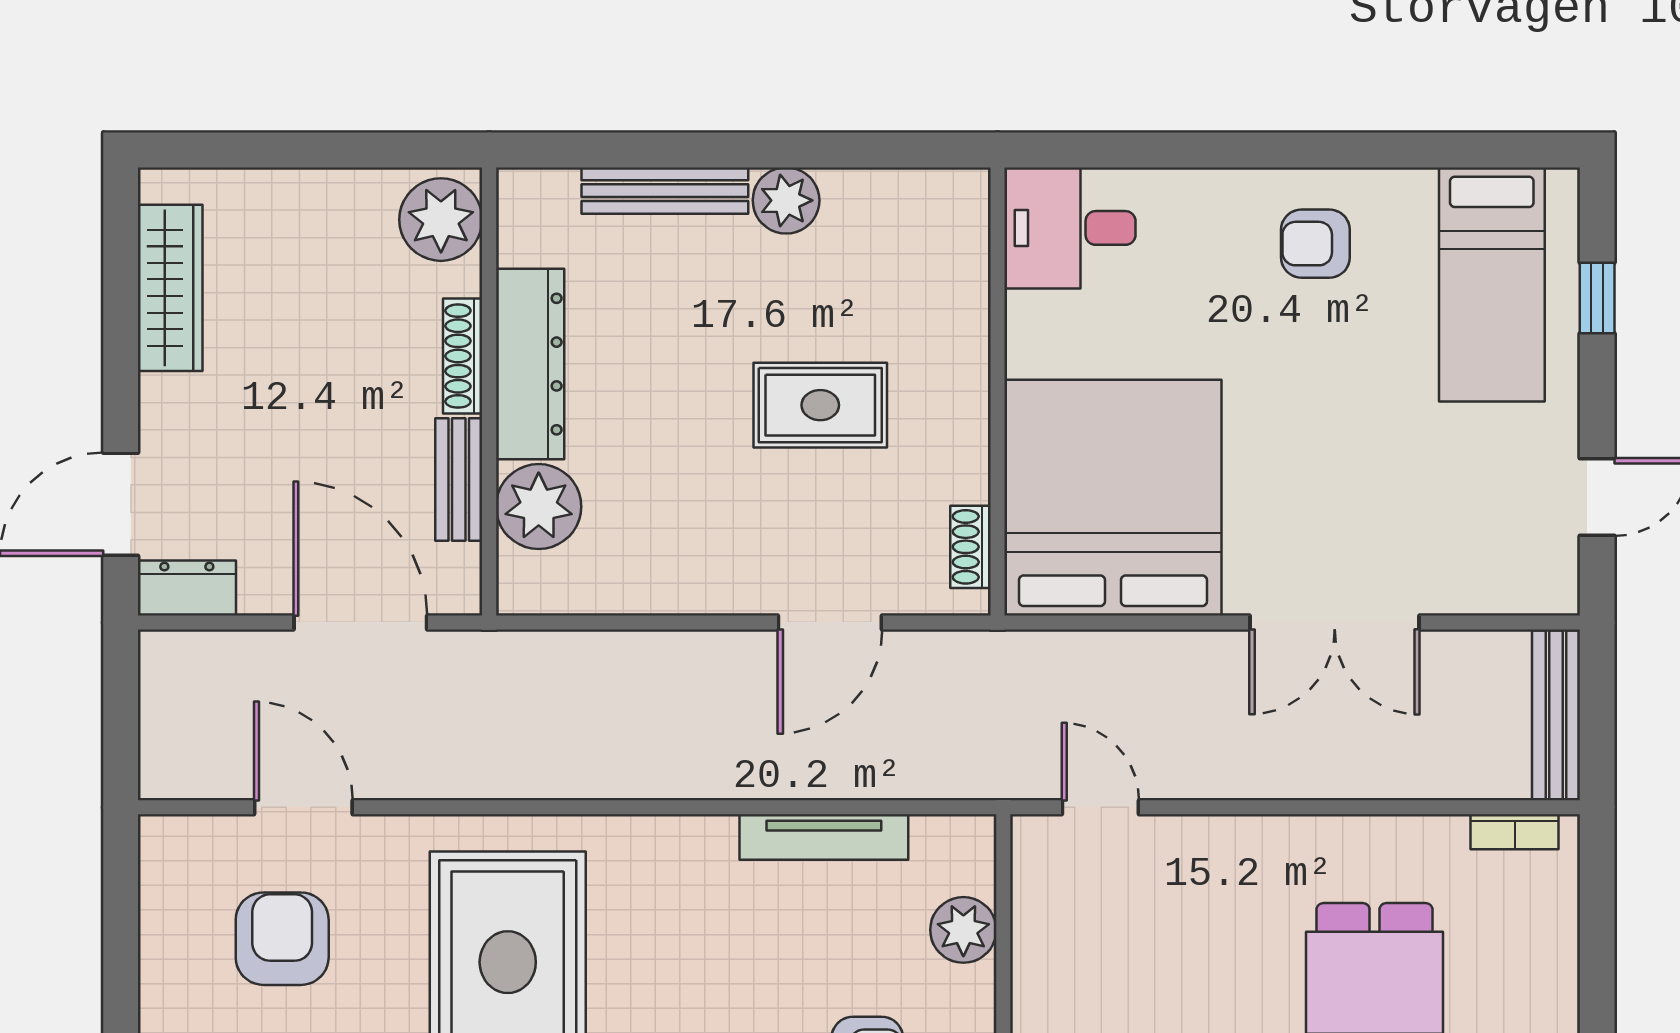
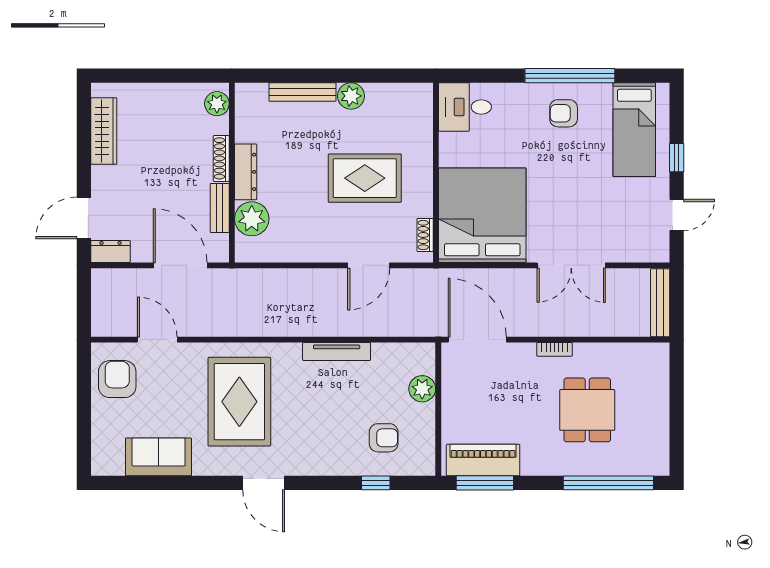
window: (1331, 150) -> (570, 76), added
plant: (441, 220) -> (217, 104), width x0.73, depth x0.73
window: (1597, 298) -> (677, 158), moved
dresser: (530, 364) -> (246, 172), width x0.73, depth x0.80
rug: (820, 405) -> (365, 178), width x1.36, depth x1.43
door: (1100, 807) -> (477, 340), width x1.87
bookcase: (1515, 832) -> (555, 349), moved
tv unit: (824, 837) -> (337, 351), moved
armchair: (282, 939) -> (117, 379), moved

